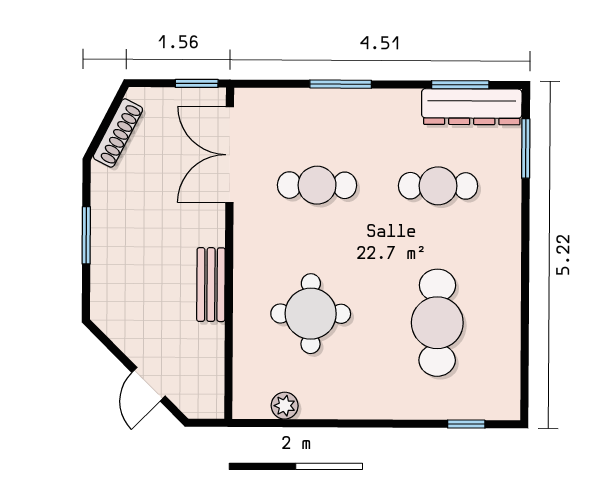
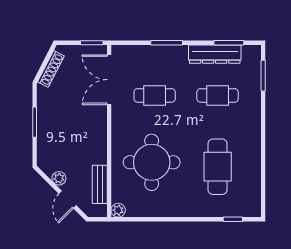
dresser: (472, 107) -> (215, 54), moved
bench: (211, 285) -> (100, 184), moved
round table: (311, 314) -> (152, 162), width x1.36, depth x1.36
plant: (132, 343) -> (59, 178), added
plant: (285, 406) -> (118, 210), moved

